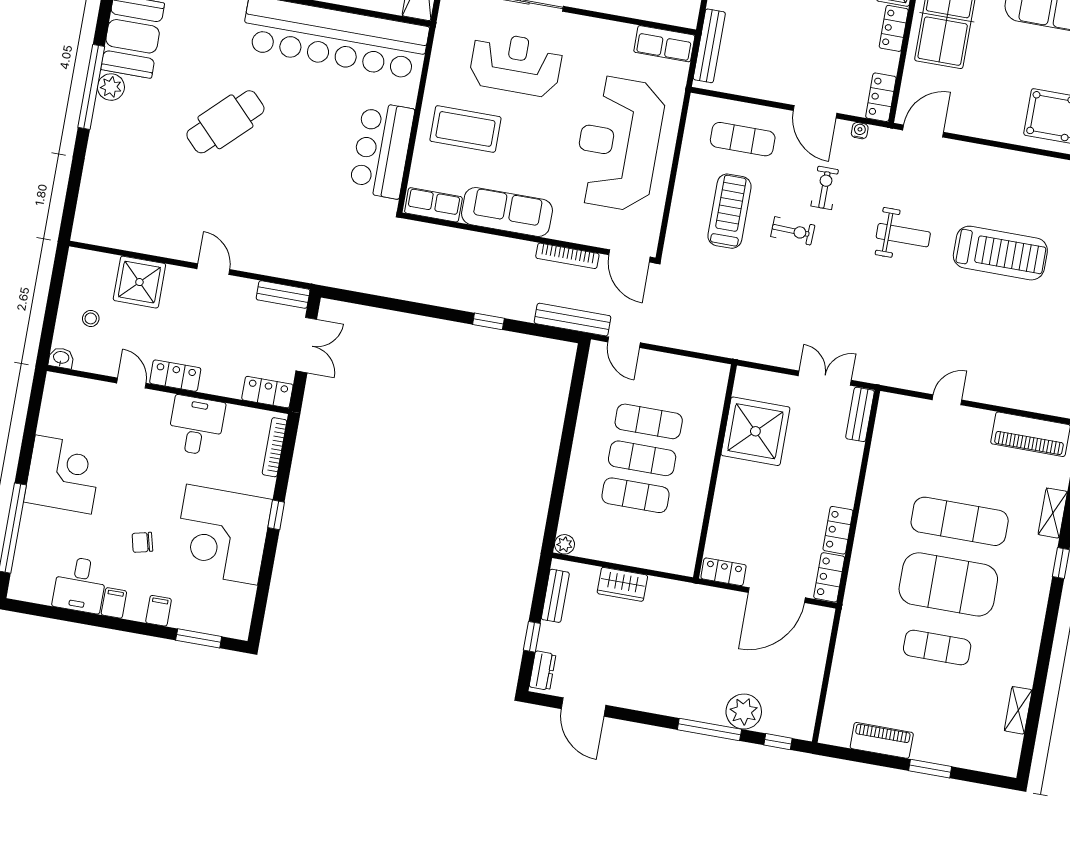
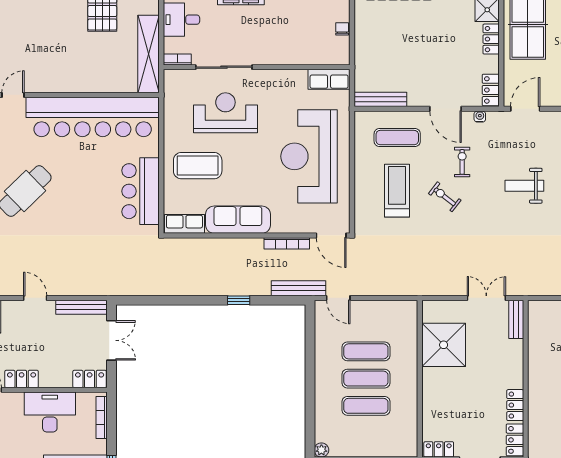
bench: (709, 46) -> (380, 99), moved, turned 90
exercise bike: (793, 231) -> (445, 197), turned -144
weight bench: (903, 235) -> (524, 186), turned 180
bench: (283, 294) -> (81, 307), width x1.36
desk: (196, 426) -> (50, 412), width x1.37

